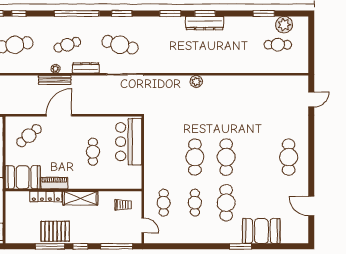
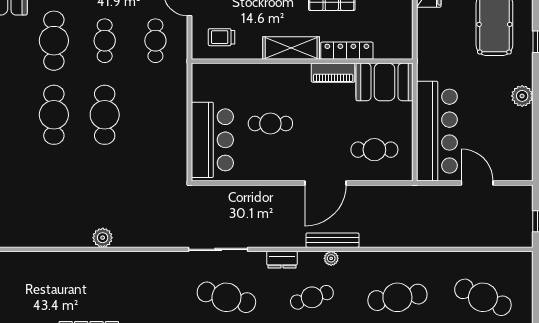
dresser: (86, 68) -> (282, 260), width x0.70
cafe table: (29, 136) -> (374, 150), turned 41
cafe table: (93, 152) -> (270, 124), turned 90

